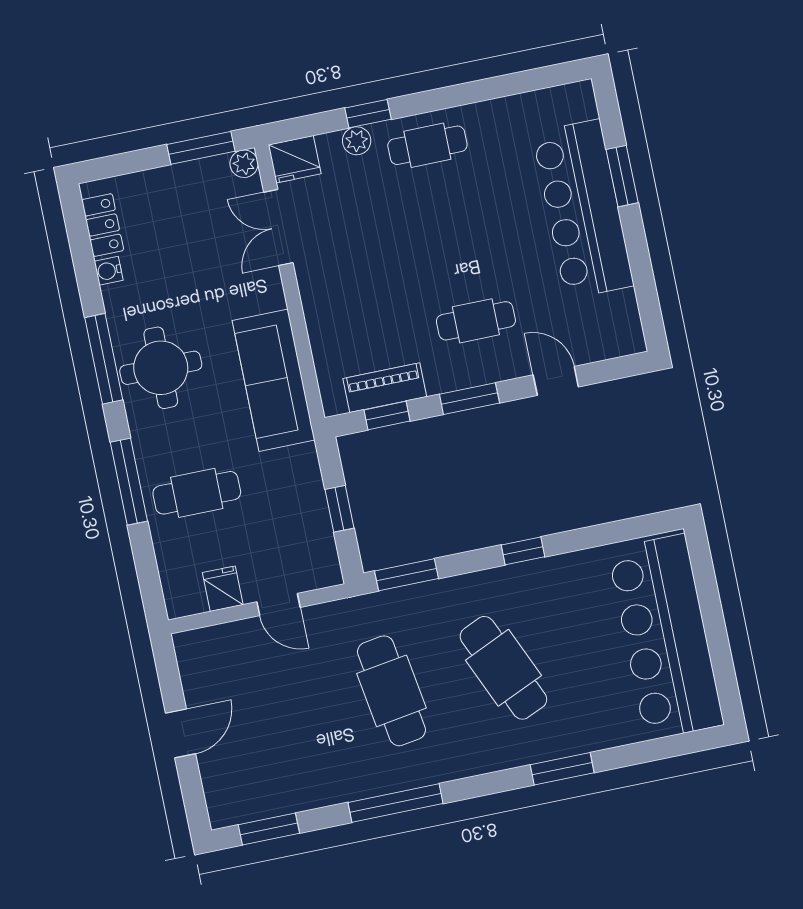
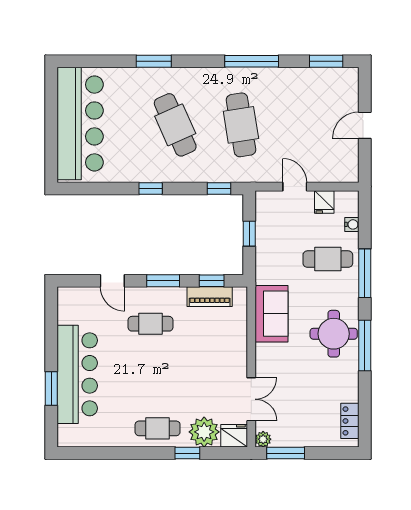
plant: (357, 141) -> (204, 432), width x1.88, depth x1.88
water cooler: (109, 271) -> (352, 224), moved
sofa: (274, 380) -> (271, 314), width x0.73
window: (406, 575) -> (219, 189), width x0.67

